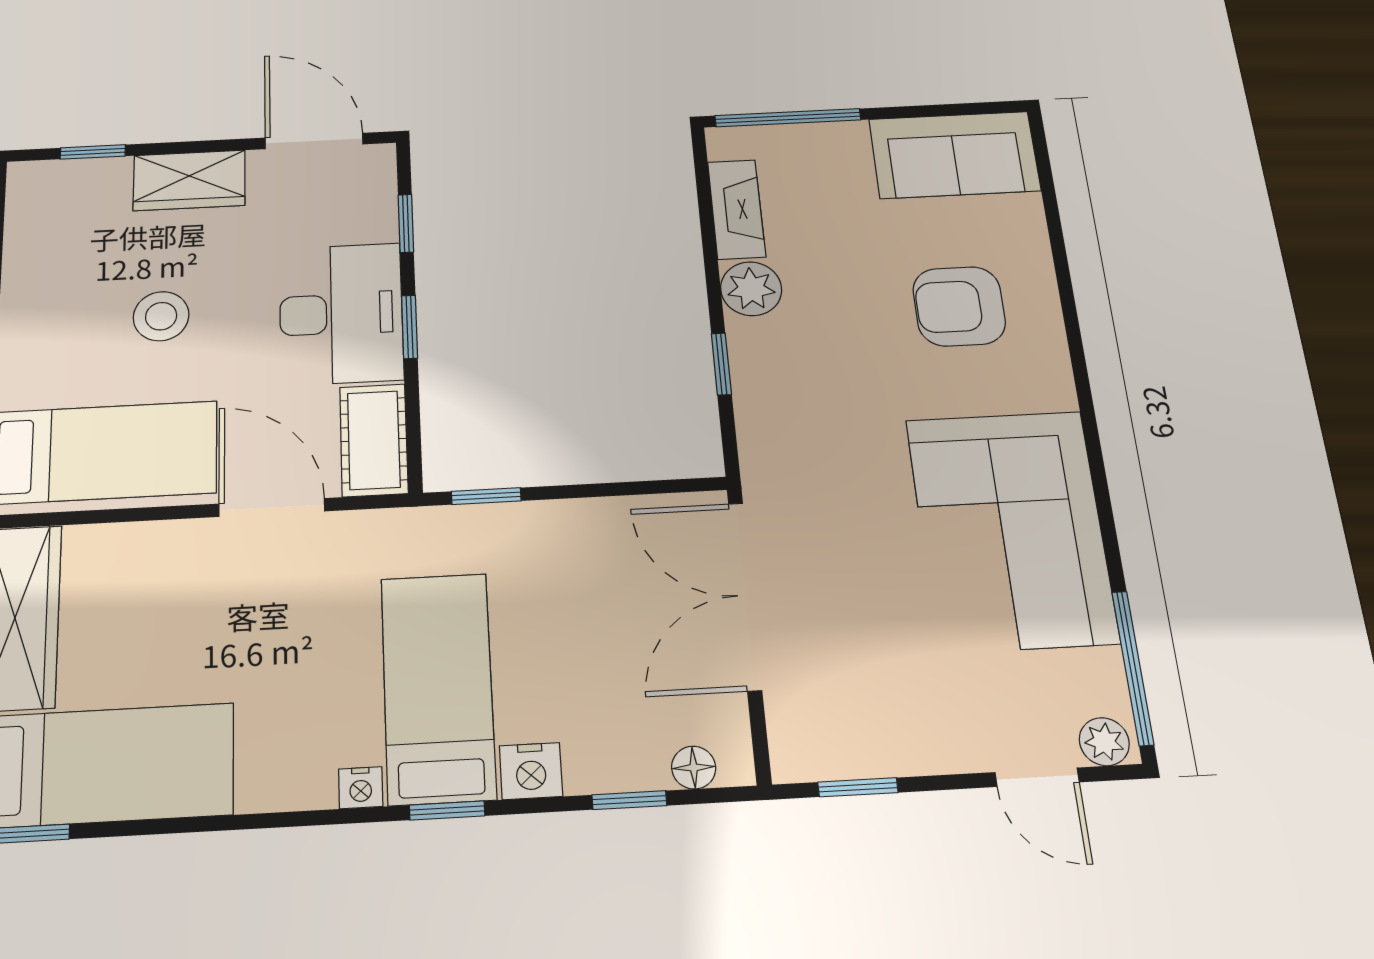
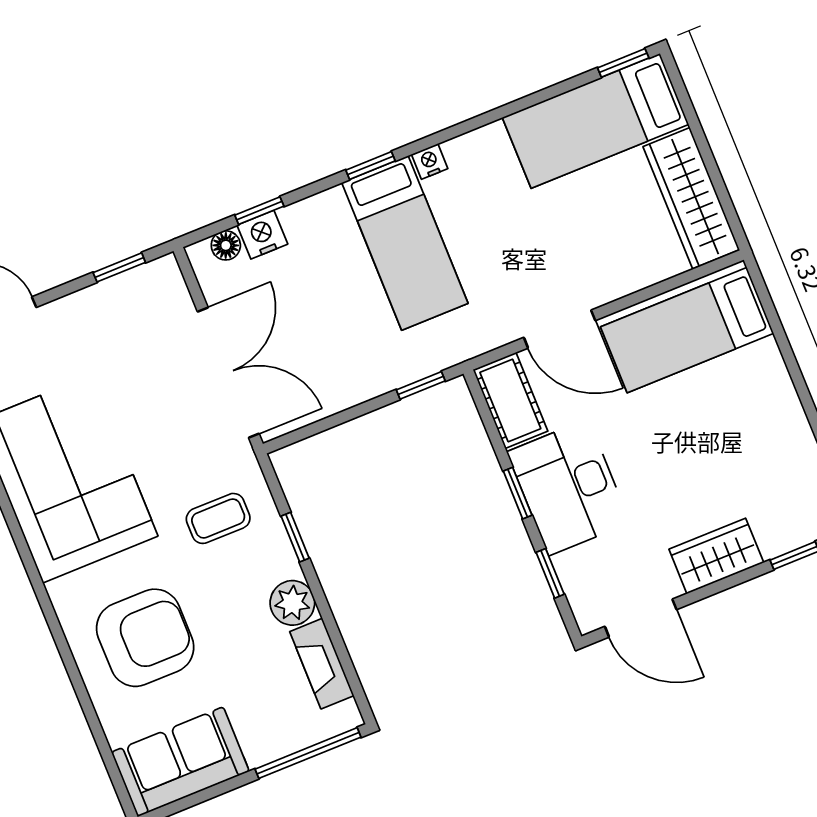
armchair: (959, 306) -> (145, 638), width x1.36, depth x1.36
stool: (161, 316) -> (691, 443), removed
coffee table: (817, 417) -> (218, 518), added
nightstand: (531, 771) -> (262, 235), moved

